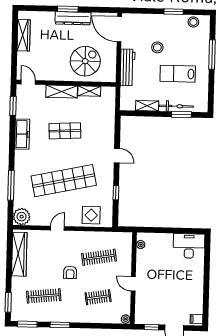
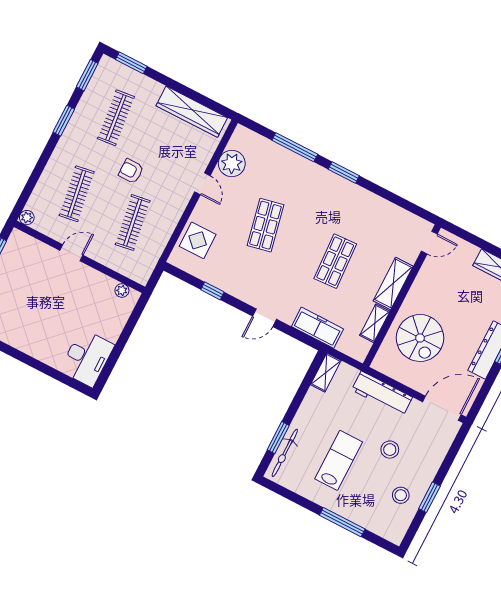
stool: (193, 22) -> (401, 495), moved
window: (13, 106) -> (344, 173), moved
shelving: (147, 106) -> (326, 372), moved
bicycle: (176, 106) -> (285, 453), moved
freezer: (22, 134) -> (317, 328), moved, turned 180
shop shelf: (64, 181) -> (265, 225), width x0.50, depth x0.74
plant: (22, 217) -> (232, 163), moved
clothes rail: (98, 297) -> (77, 194), width x1.36

